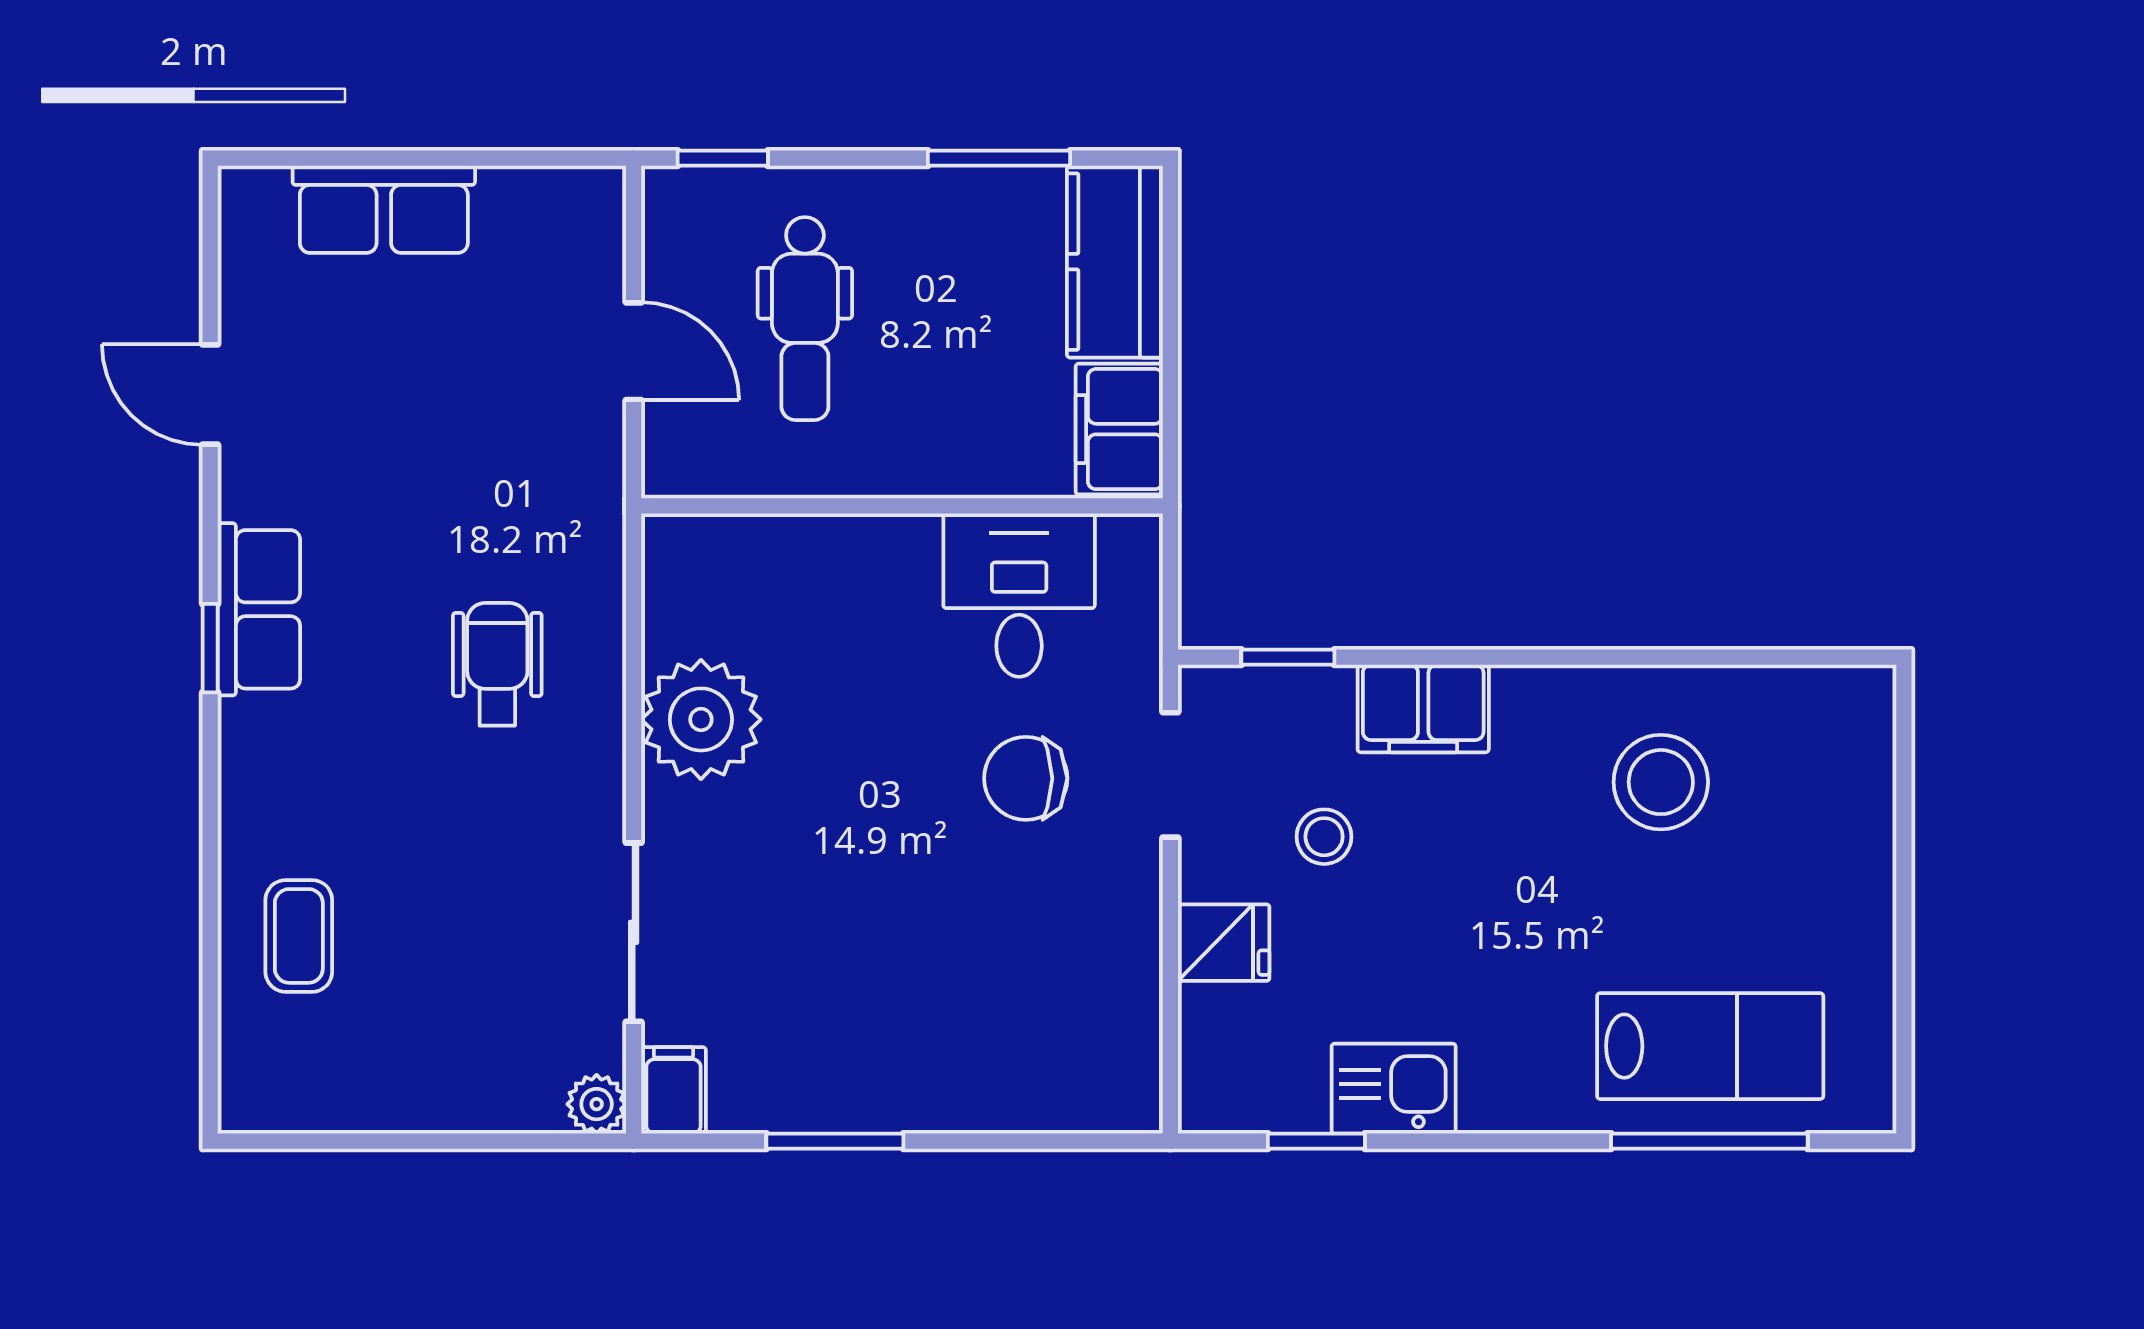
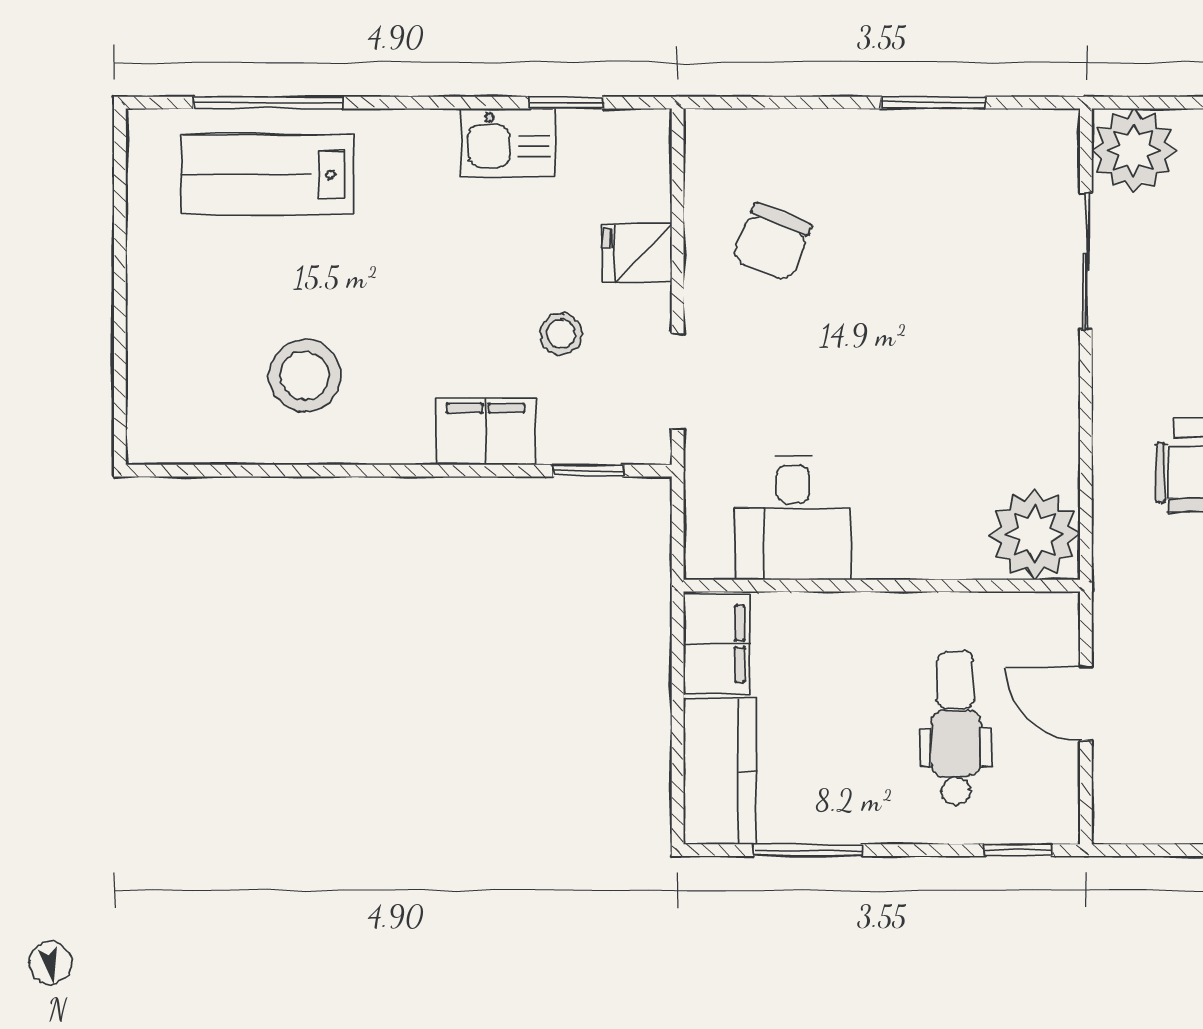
plant: (701, 719) -> (1035, 534), moved
chair: (1026, 778) -> (772, 242), moved, turned 112
filing cabinet: (674, 1090) -> (1056, 141), removed
plant: (597, 1104) -> (1134, 150), width x1.88, depth x1.88

